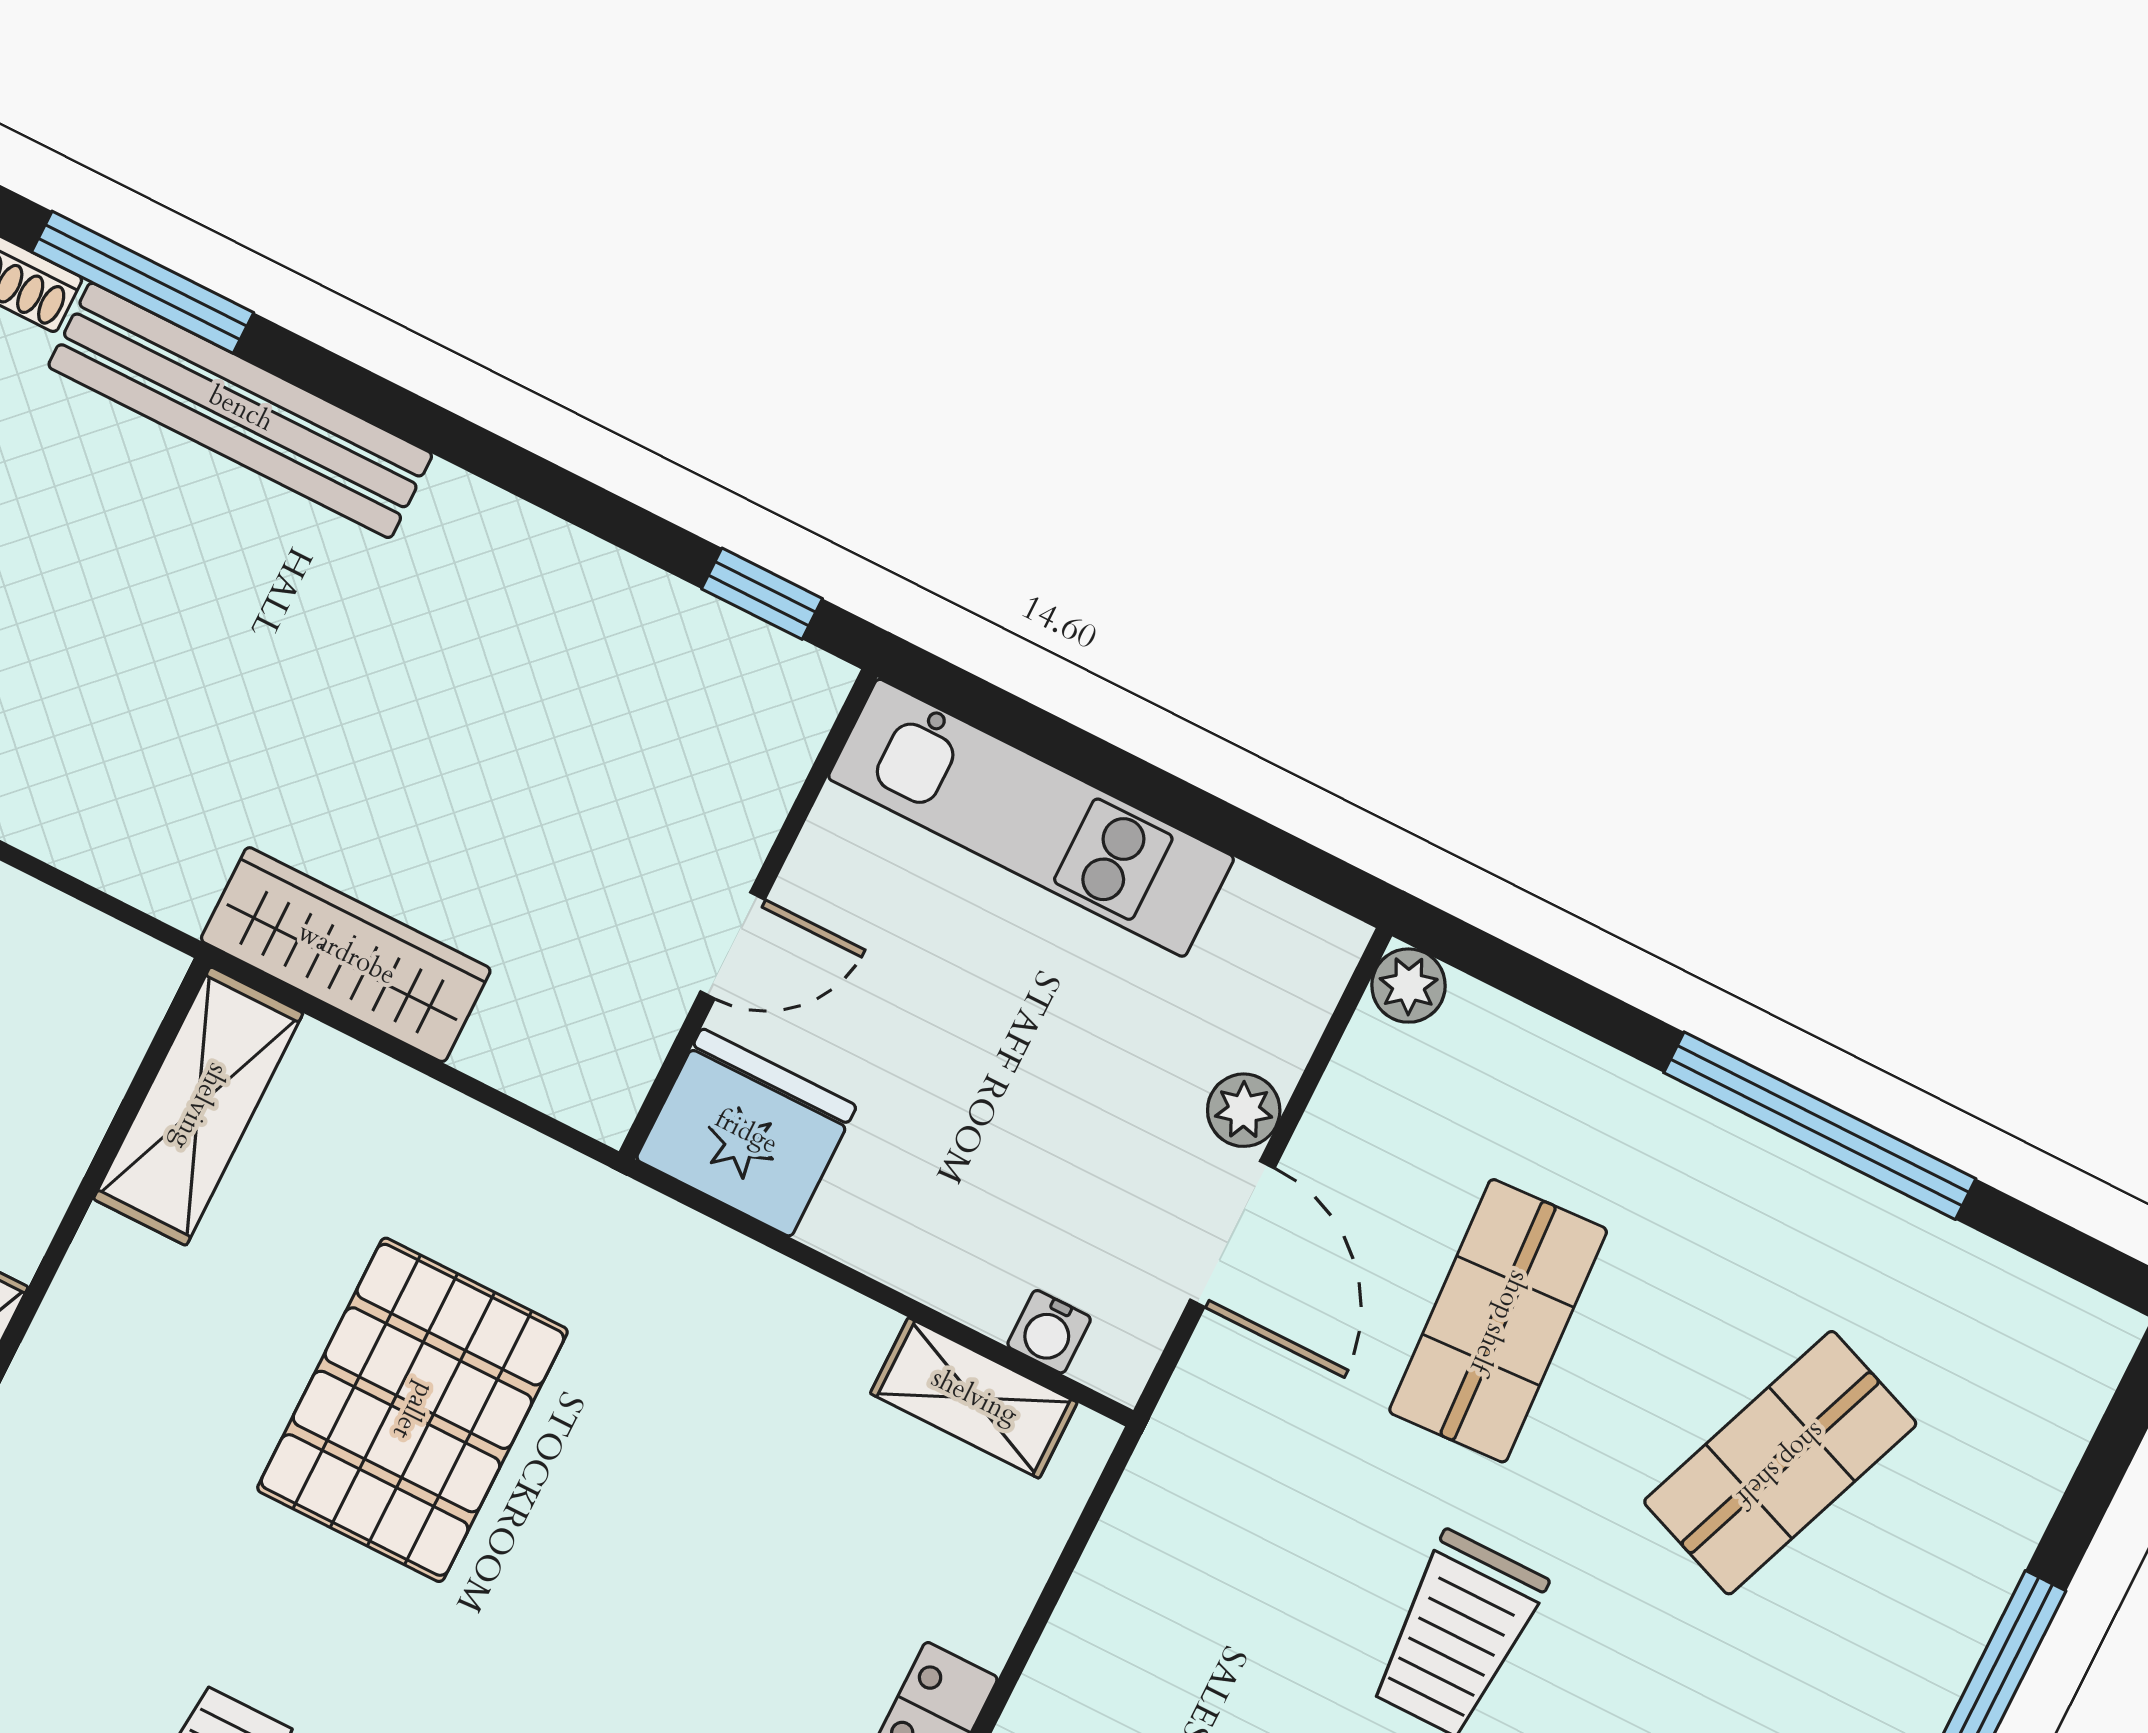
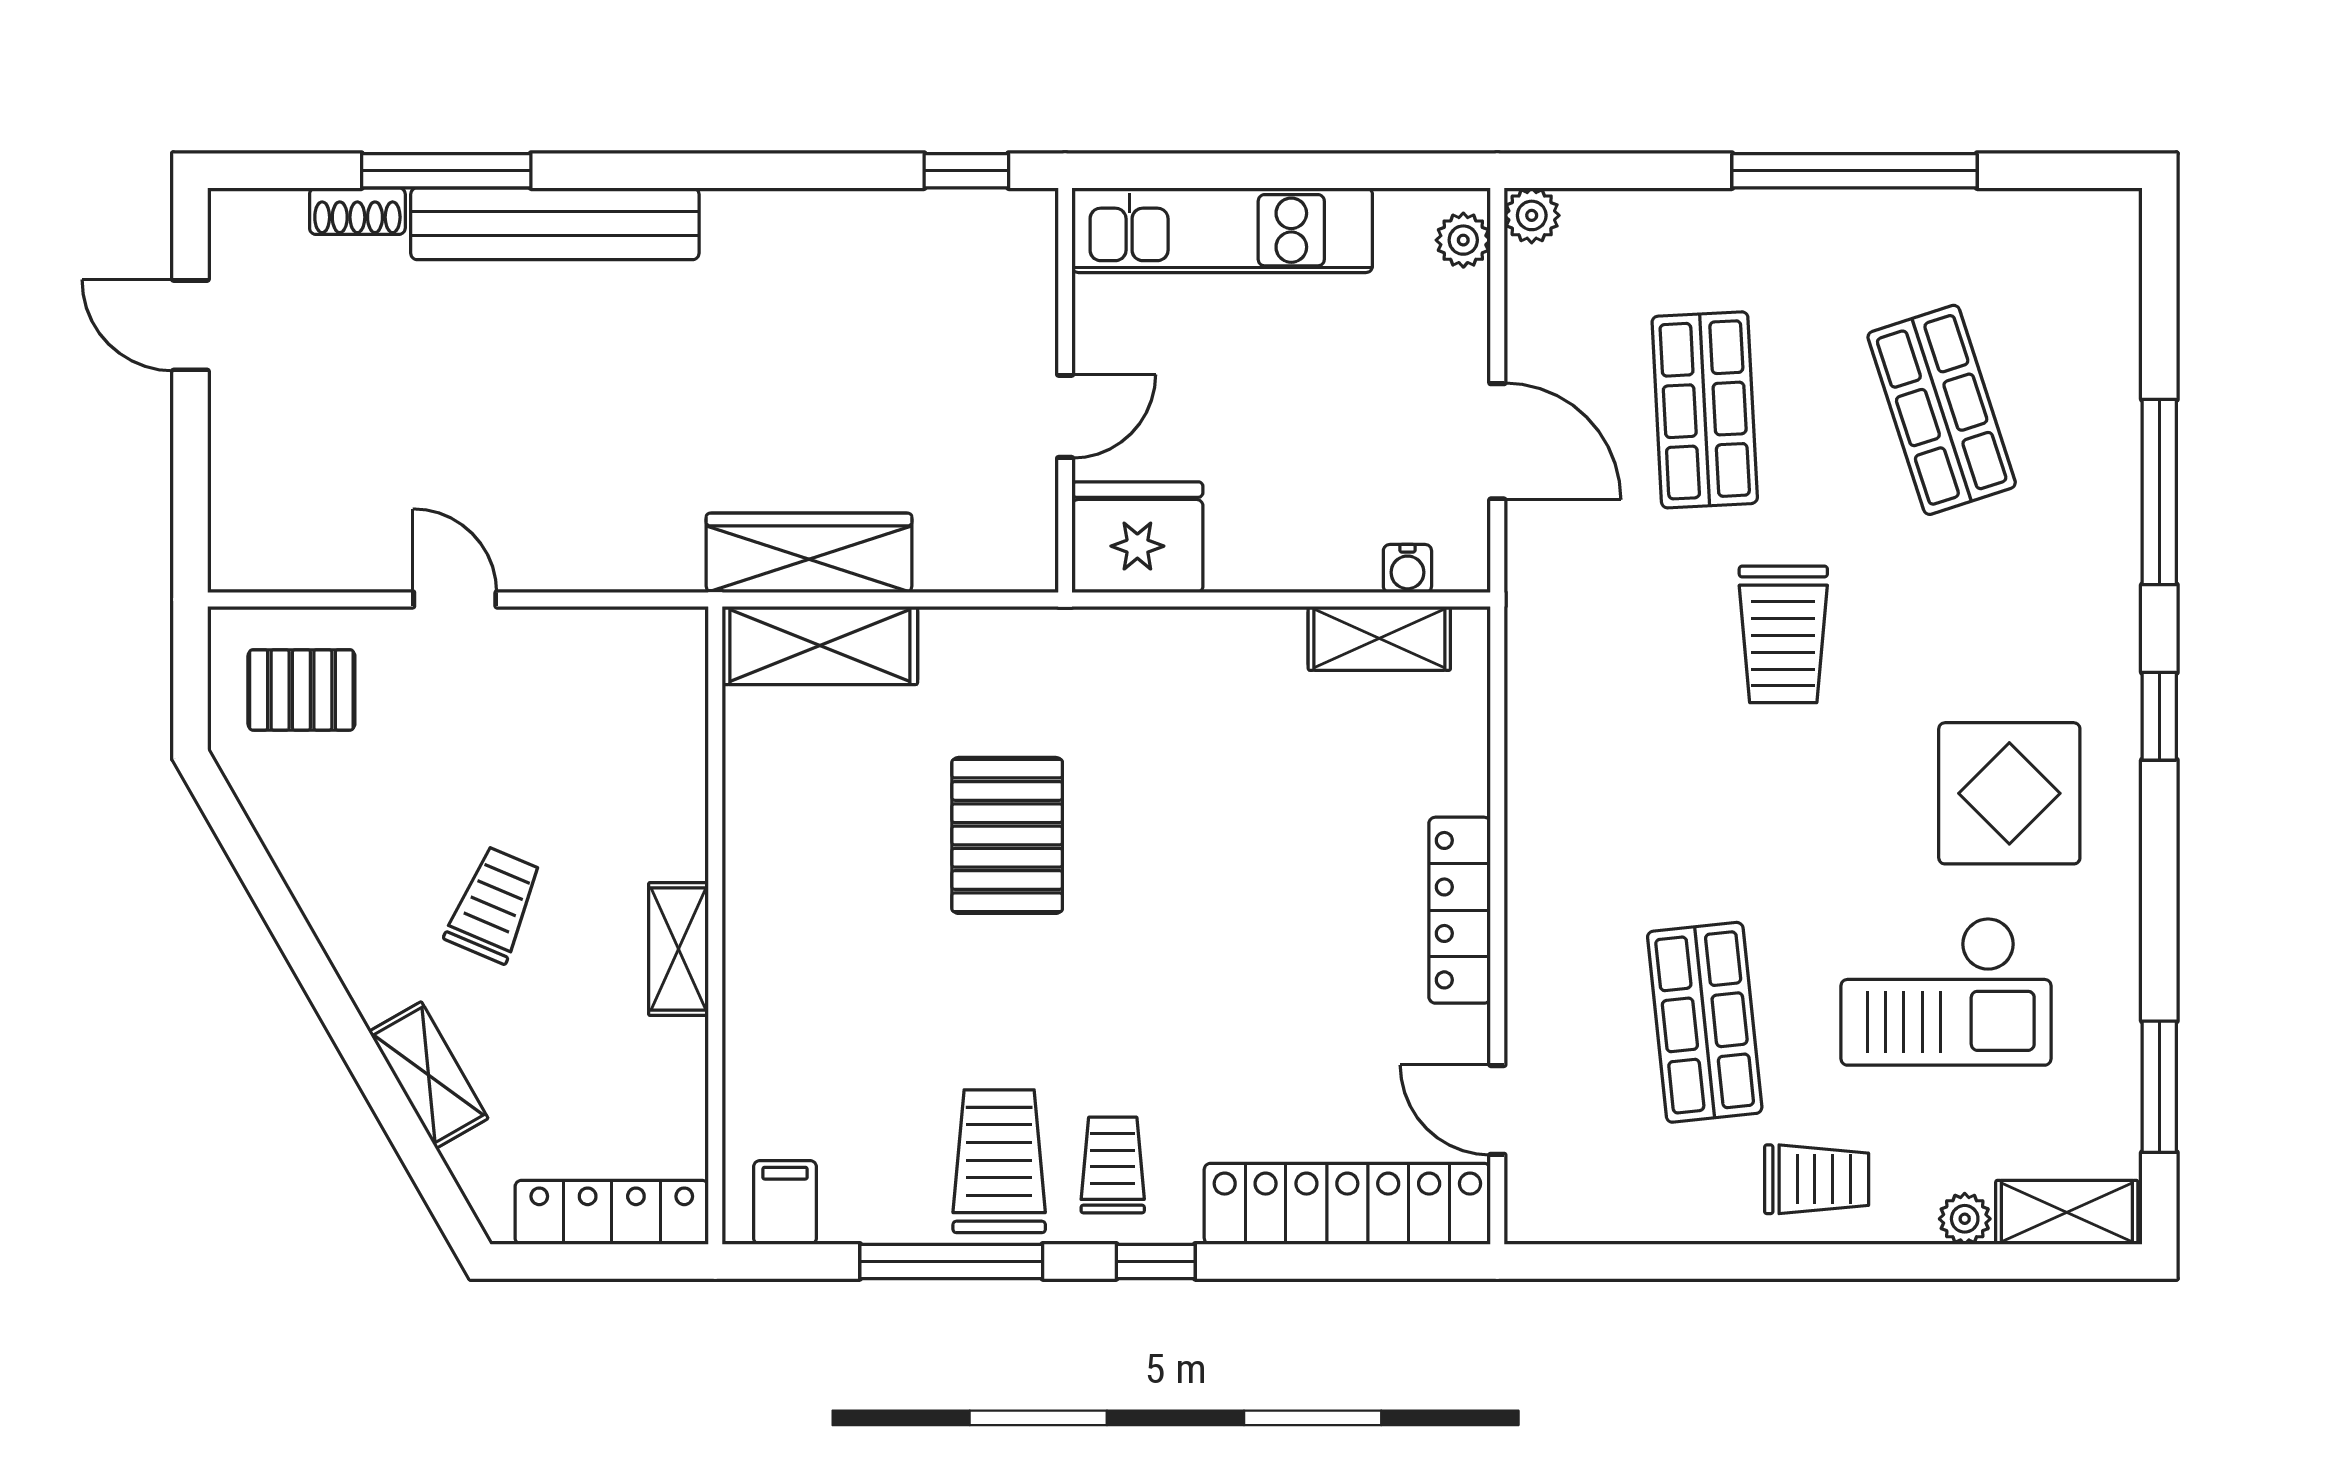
shelving: (198, 1106) -> (820, 645), moved, turned 90
plant: (1244, 1110) -> (1463, 240), moved
pallet: (412, 1410) -> (1007, 835), width x0.73, depth x0.71
shop shelf: (1780, 1463) -> (1942, 410), turned -39

